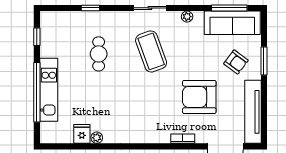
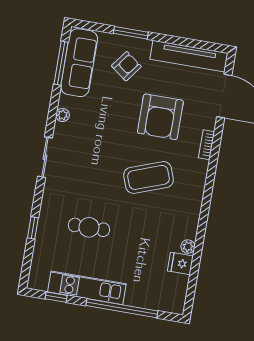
coffee table: (151, 51) -> (148, 177), moved
kitchen unit: (49, 90) -> (87, 288), moved

